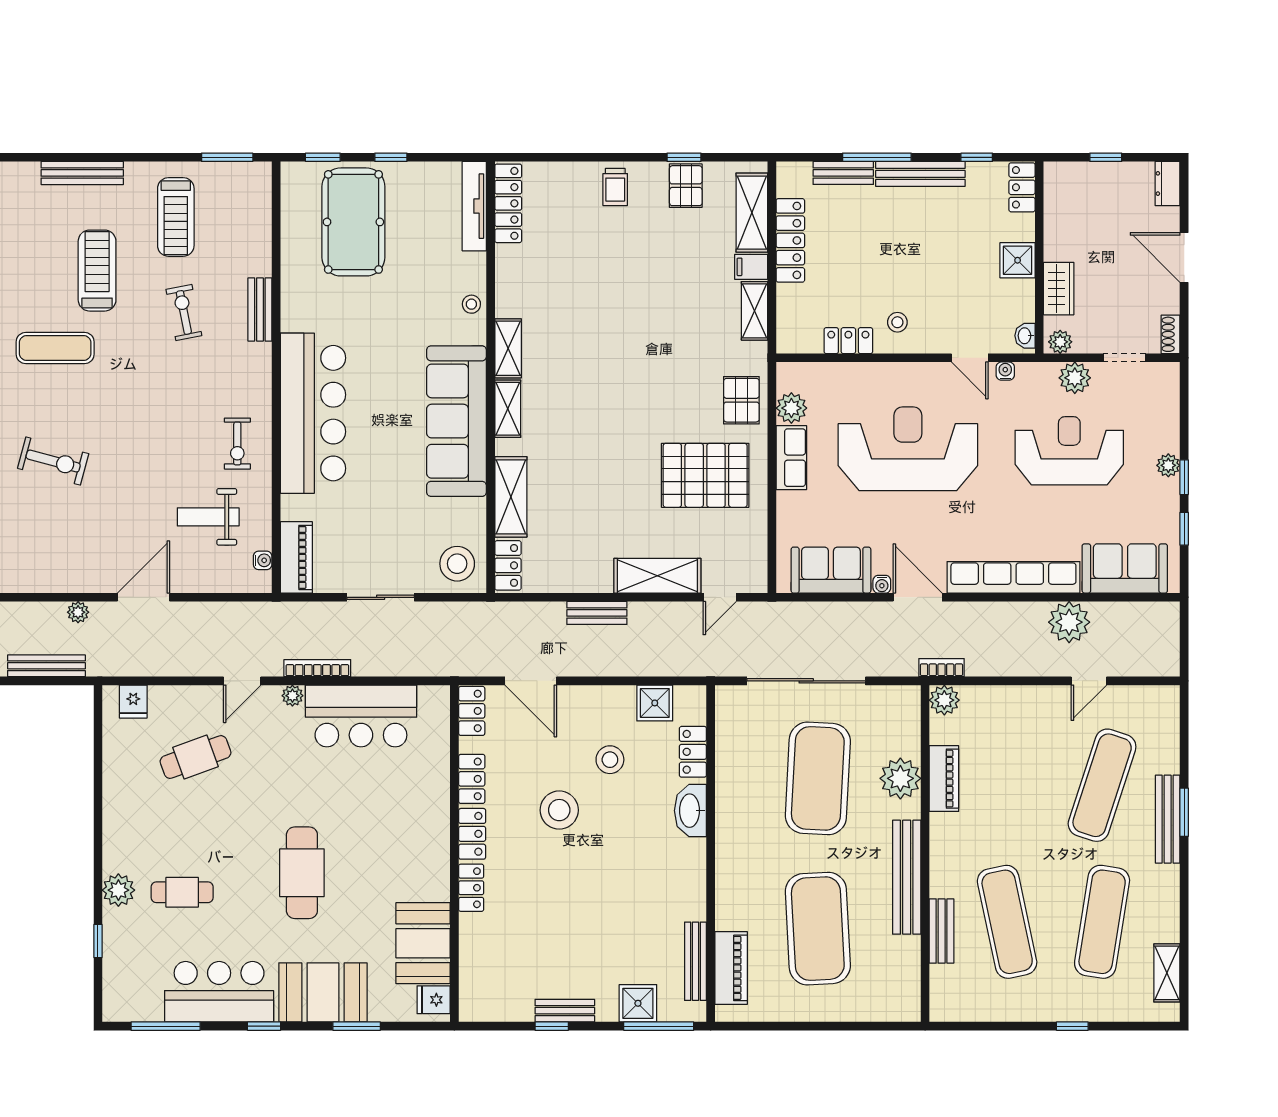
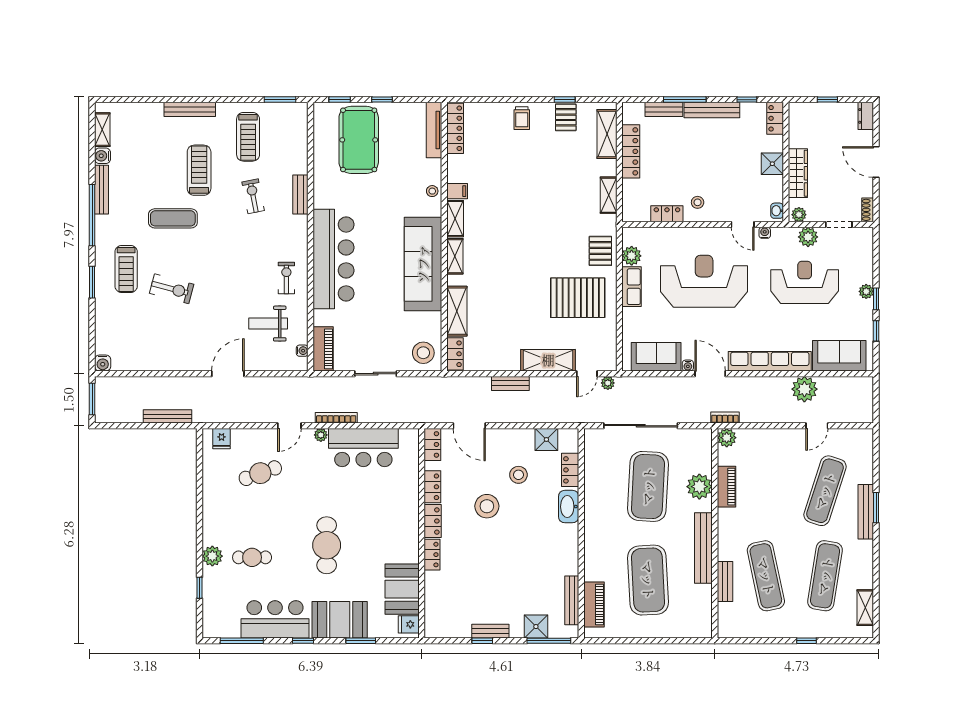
filing cabinet: (751, 267) -> (457, 191), moved, turned 180
wardrobe: (1059, 289) -> (798, 173), width x1.50
exercise bike: (237, 444) -> (286, 278), turned 180
plant: (78, 612) -> (608, 383), moved

